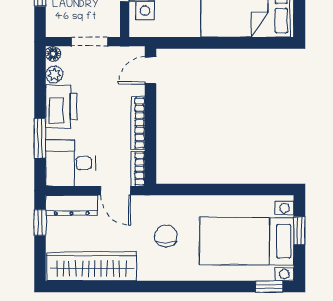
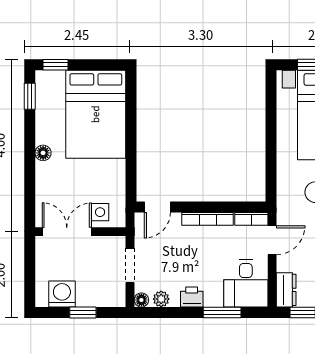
door: (150, 70) -> (157, 207), hinge flipped
printer: (61, 106) -> (192, 297), width x0.53, depth x0.68
dresser: (72, 205) -> (286, 290), width x0.70

